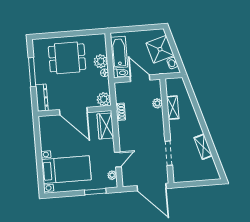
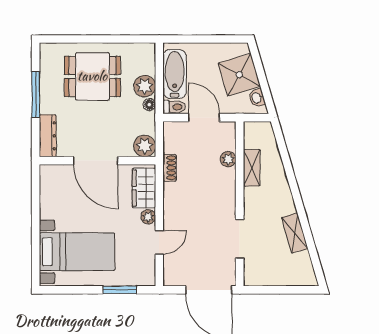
plant: (112, 175) -> (148, 217), moved

